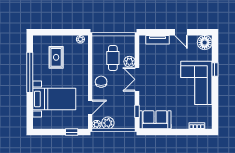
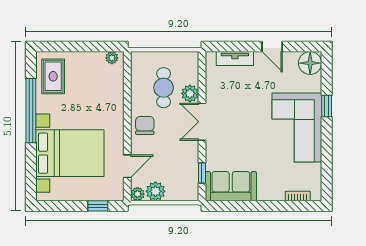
rug: (56, 57) -> (53, 76), moved
bed with nightstands: (54, 99) -> (70, 153), width x1.36

